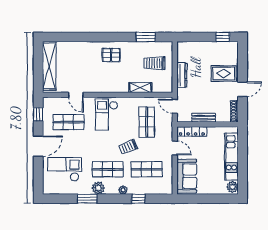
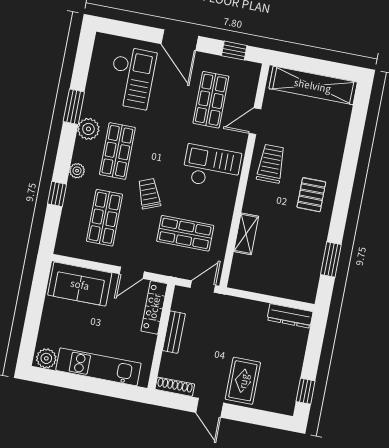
trolley: (155, 63) -> (271, 164), moved
dresser: (182, 75) -> (290, 316), moved

